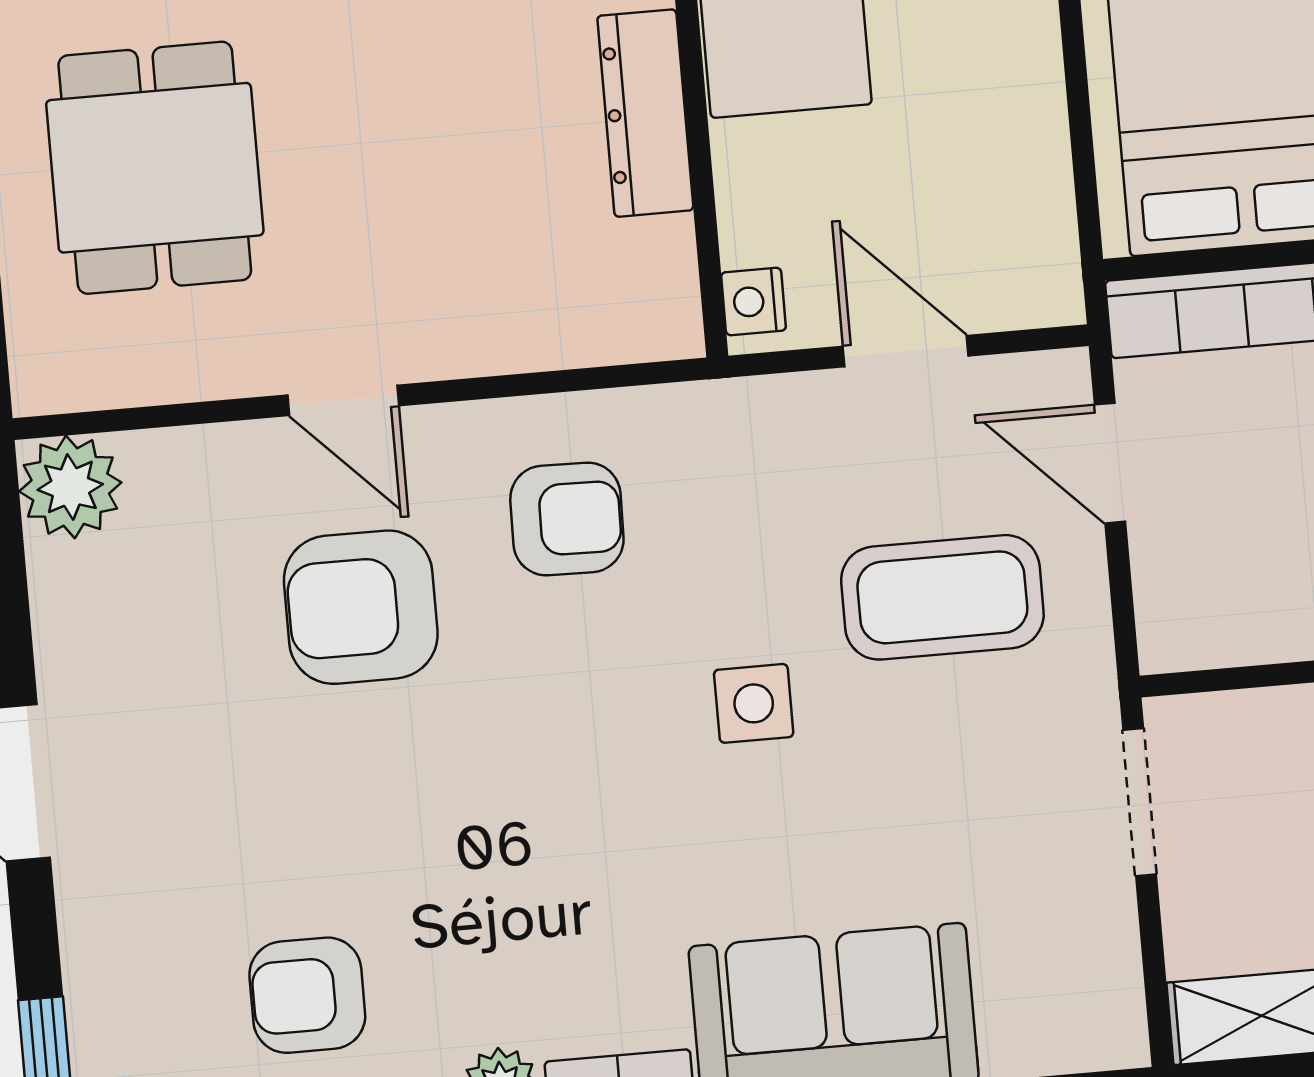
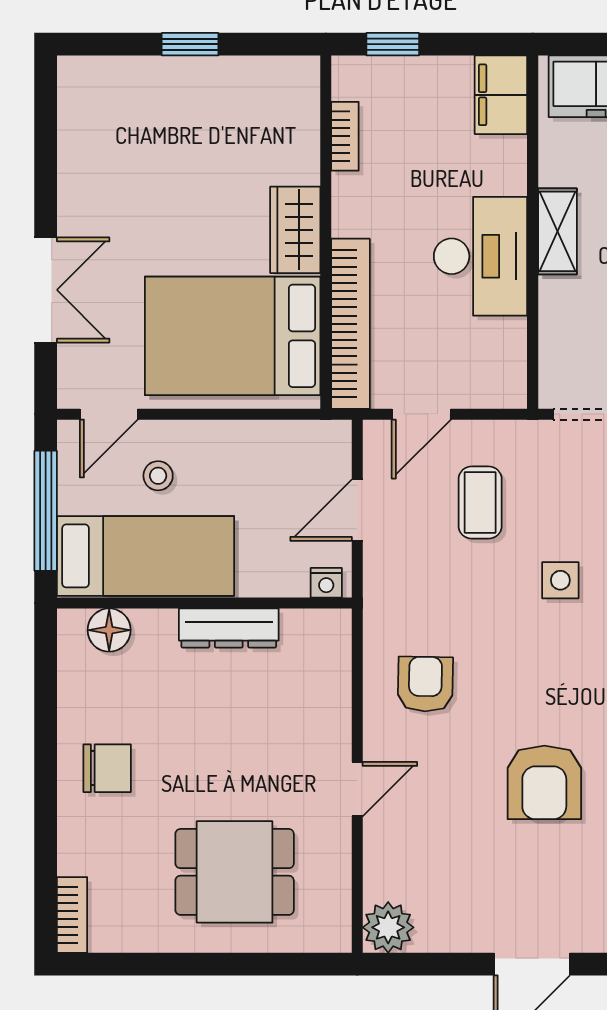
coffee table: (942, 597) -> (480, 503), width x0.73, depth x0.77
armchair: (361, 607) -> (544, 782), moved
side table: (754, 703) -> (560, 580), moved

